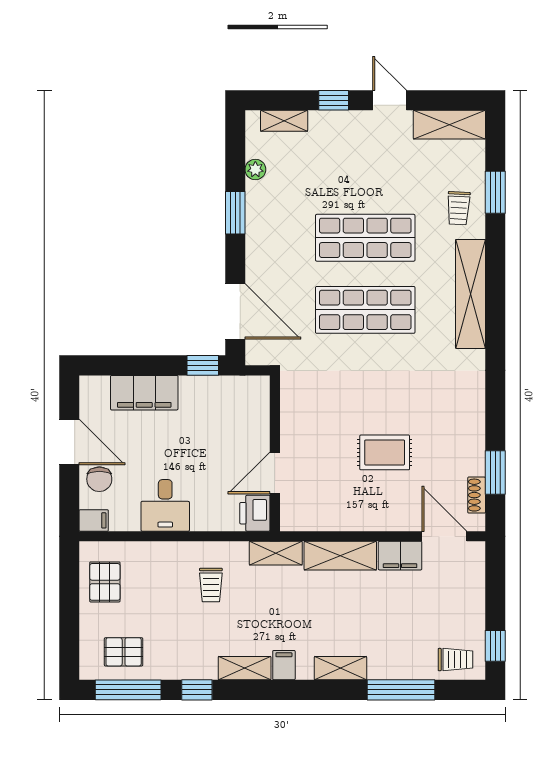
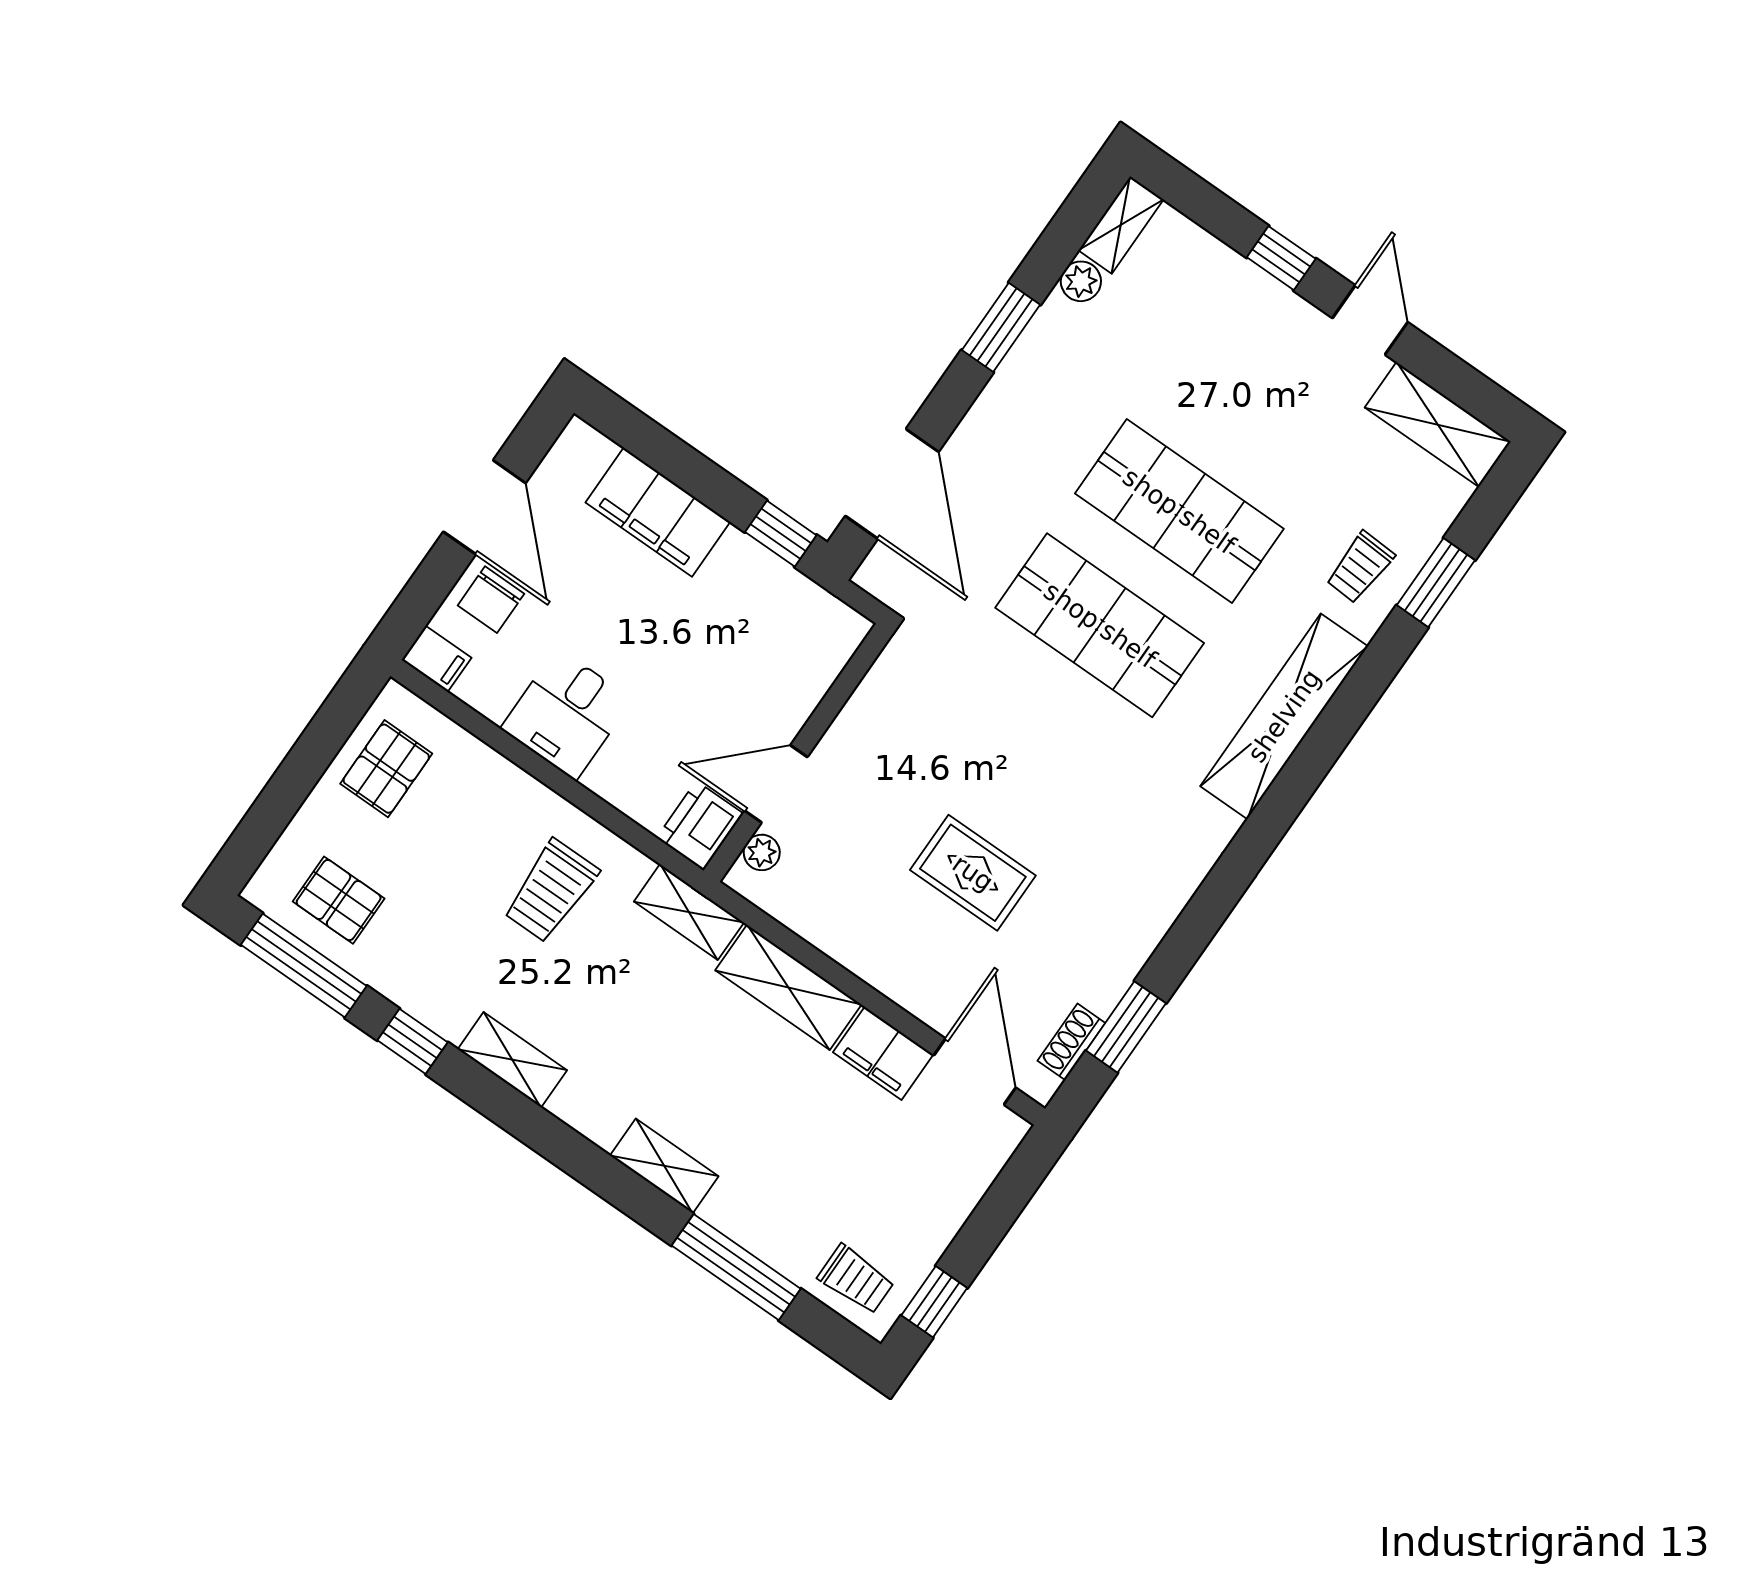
shelving: (284, 121) -> (1121, 225), moved, turned 90
plant: (289, 506) -> (762, 852), added
trolley: (211, 585) -> (551, 891), width x1.36, depth x1.39
filing cabinet: (284, 665) -> (578, 1099), removed

